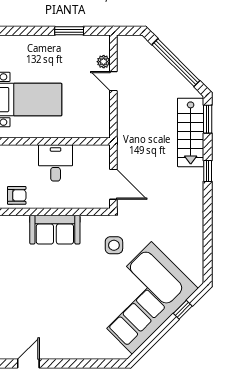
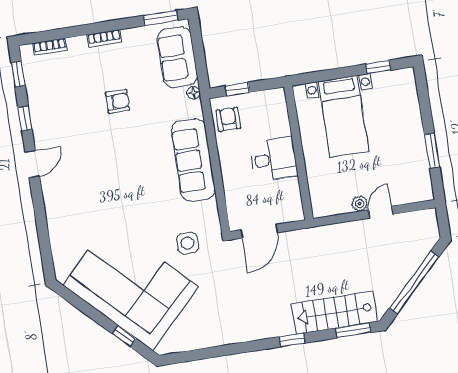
plant: (104, 62) -> (360, 204), moved
armchair: (17, 195) -> (228, 119), turned 180
sofa: (55, 230) -> (193, 160), width x1.36
door: (28, 364) -> (32, 164), hinge flipped

